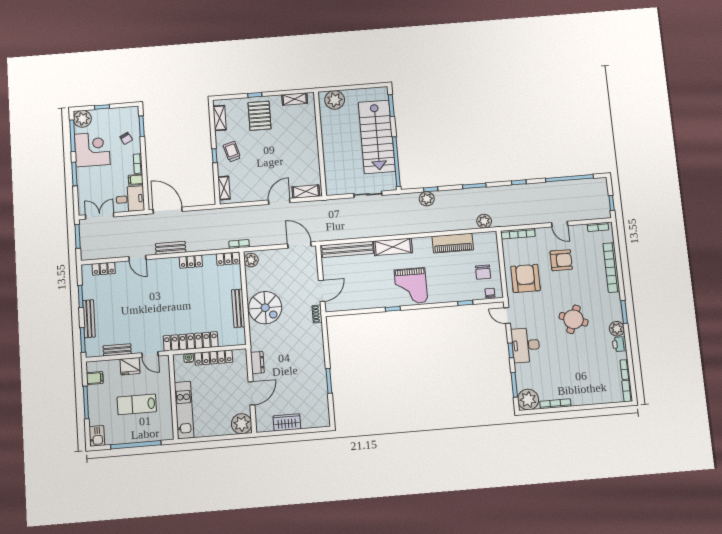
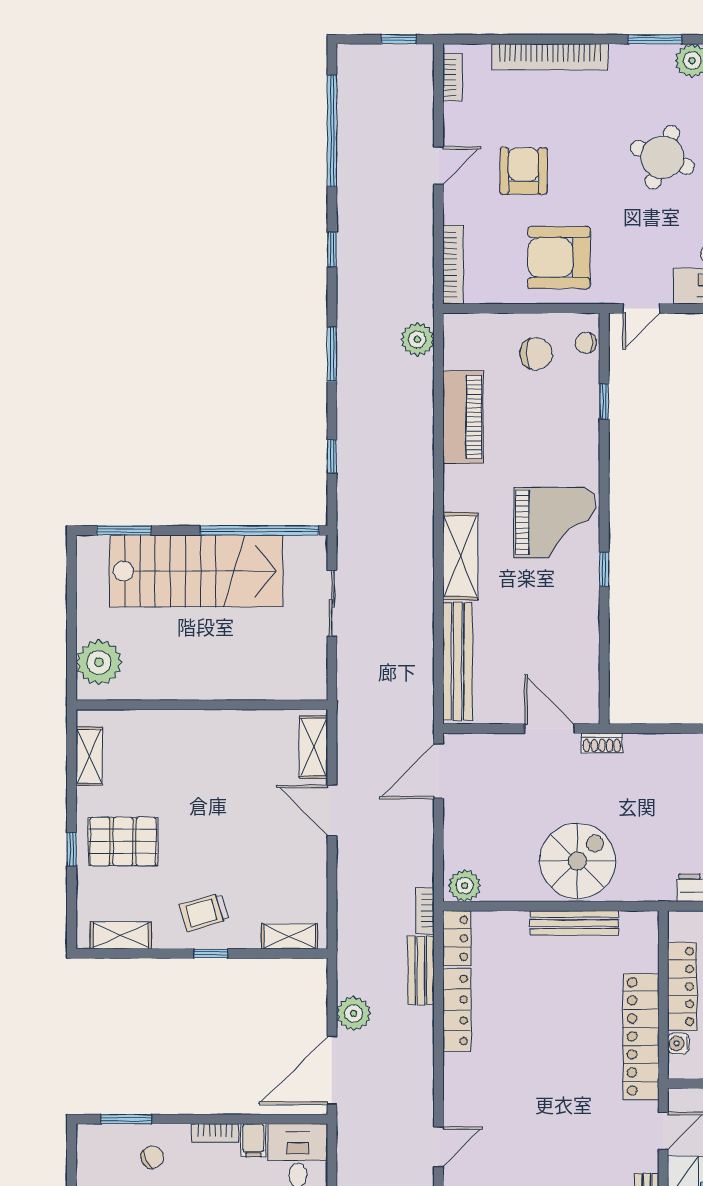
plant: (427, 199) -> (354, 1013), moved
bench: (171, 248) -> (421, 970), moved
locker: (191, 262) -> (457, 1010), width x1.53

